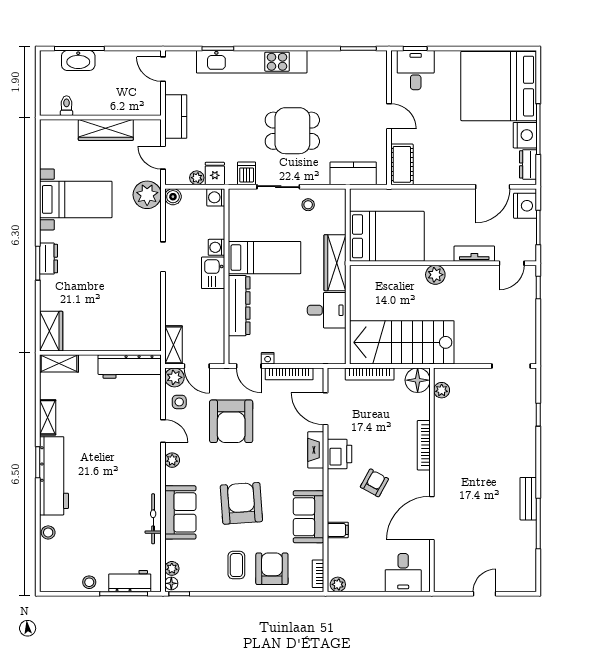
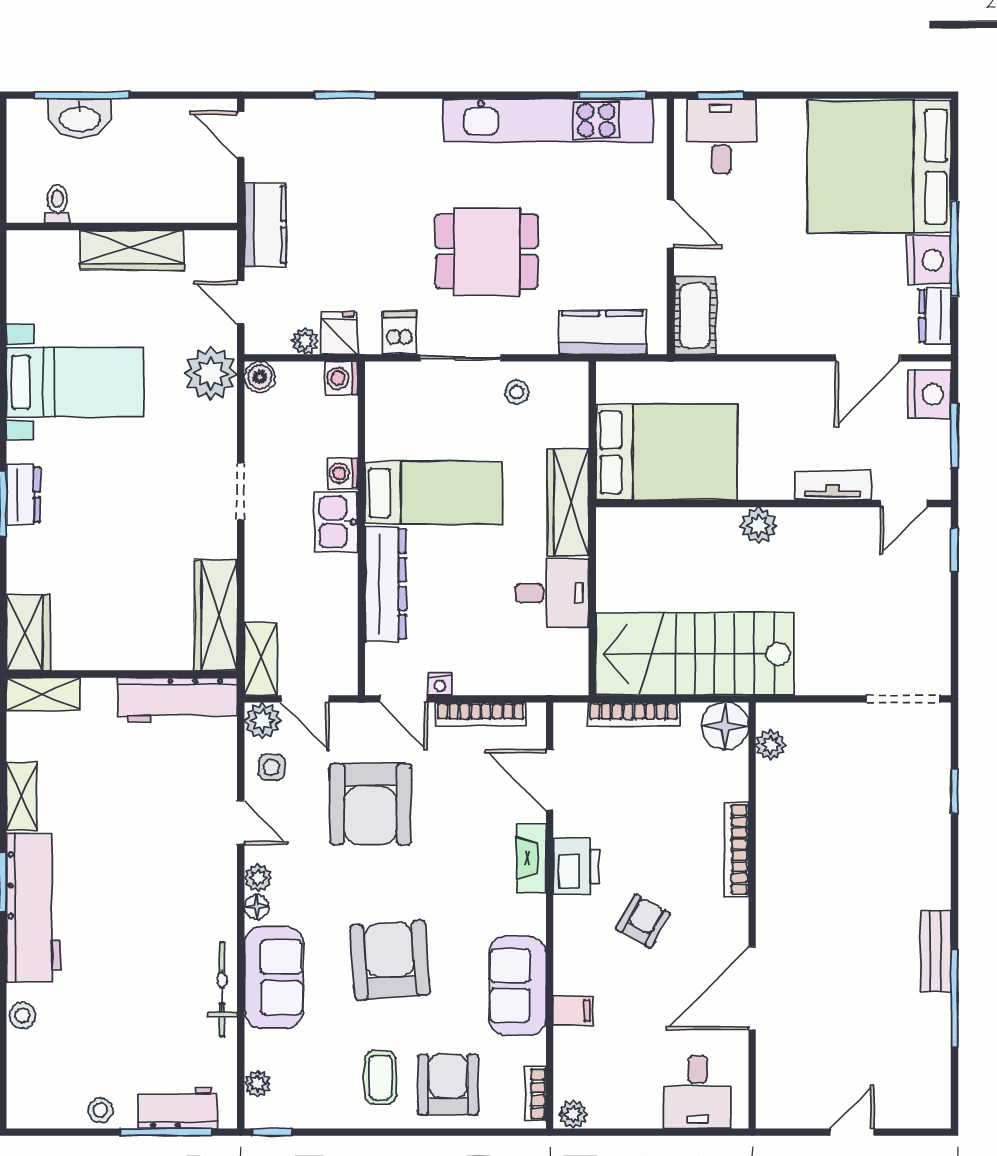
kitchen unit: (252, 62) -> (548, 120), moved
wardrobe: (150, 322) -> (216, 615), added
floor lamp: (171, 583) -> (257, 907), moved

